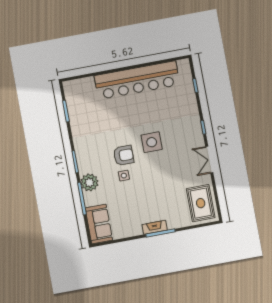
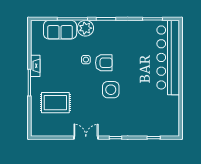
bar counter: (137, 80) -> (168, 57), moved
armchair: (124, 155) -> (104, 63), turned -90
rug: (201, 203) -> (55, 103), moved
sofa: (99, 224) -> (60, 30), moved
fireplace: (155, 227) -> (35, 66), moved

